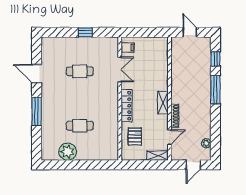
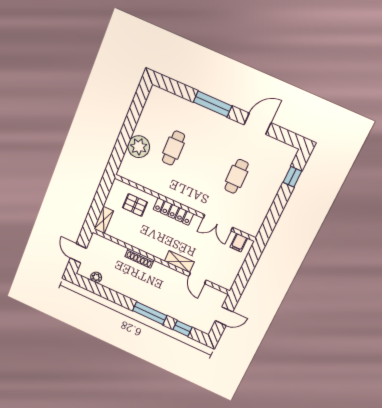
window: (85, 32) -> (292, 177), moved
shelving: (163, 103) -> (179, 262), moved
door: (169, 137) -> (197, 278), moved
plant: (68, 152) -> (139, 147), moved

